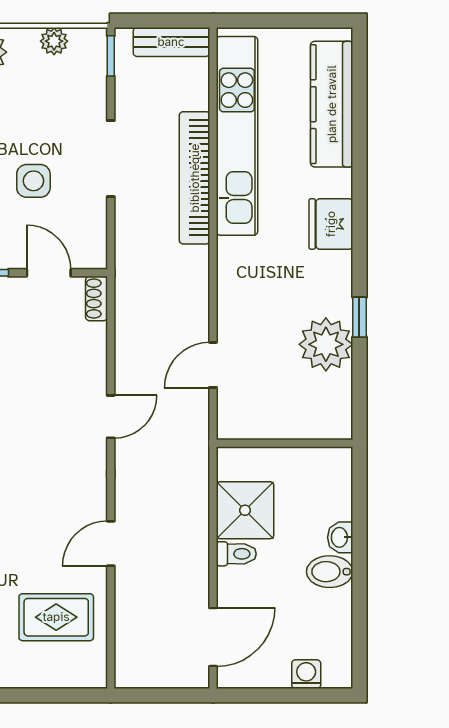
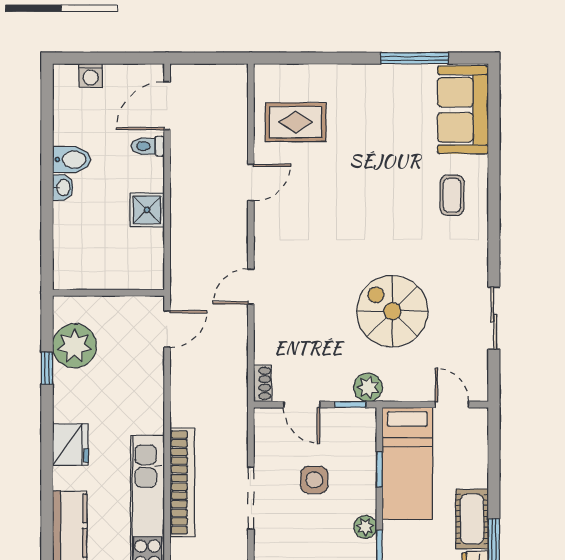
wall: (285, 443) -> (108, 293), moved
shower: (245, 510) -> (147, 210), width x0.73, depth x0.73
toilet: (236, 554) -> (148, 146), moved

